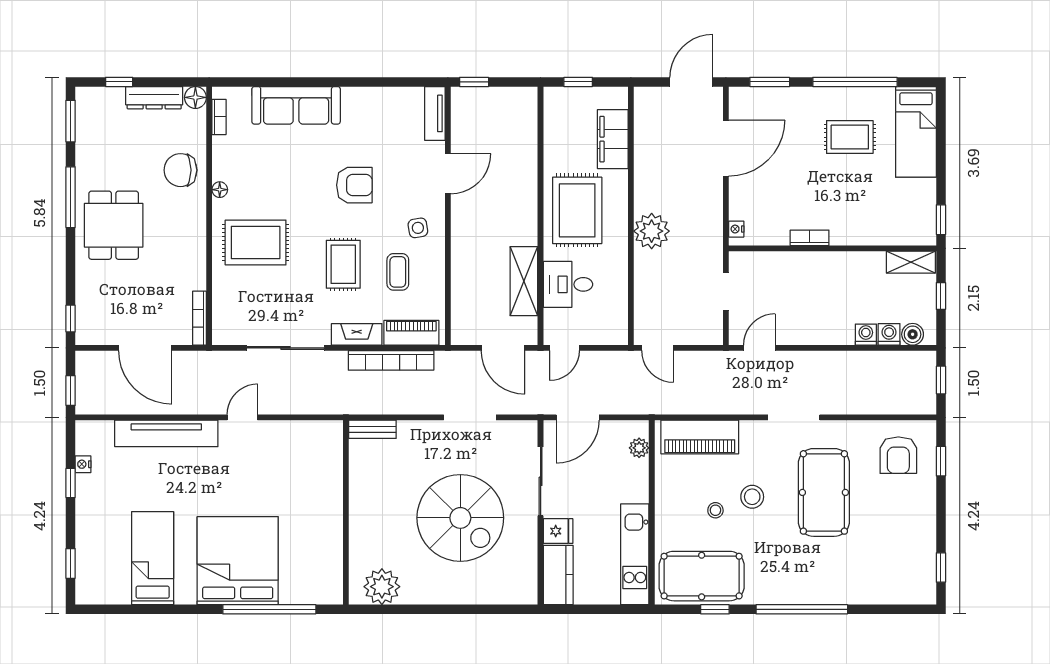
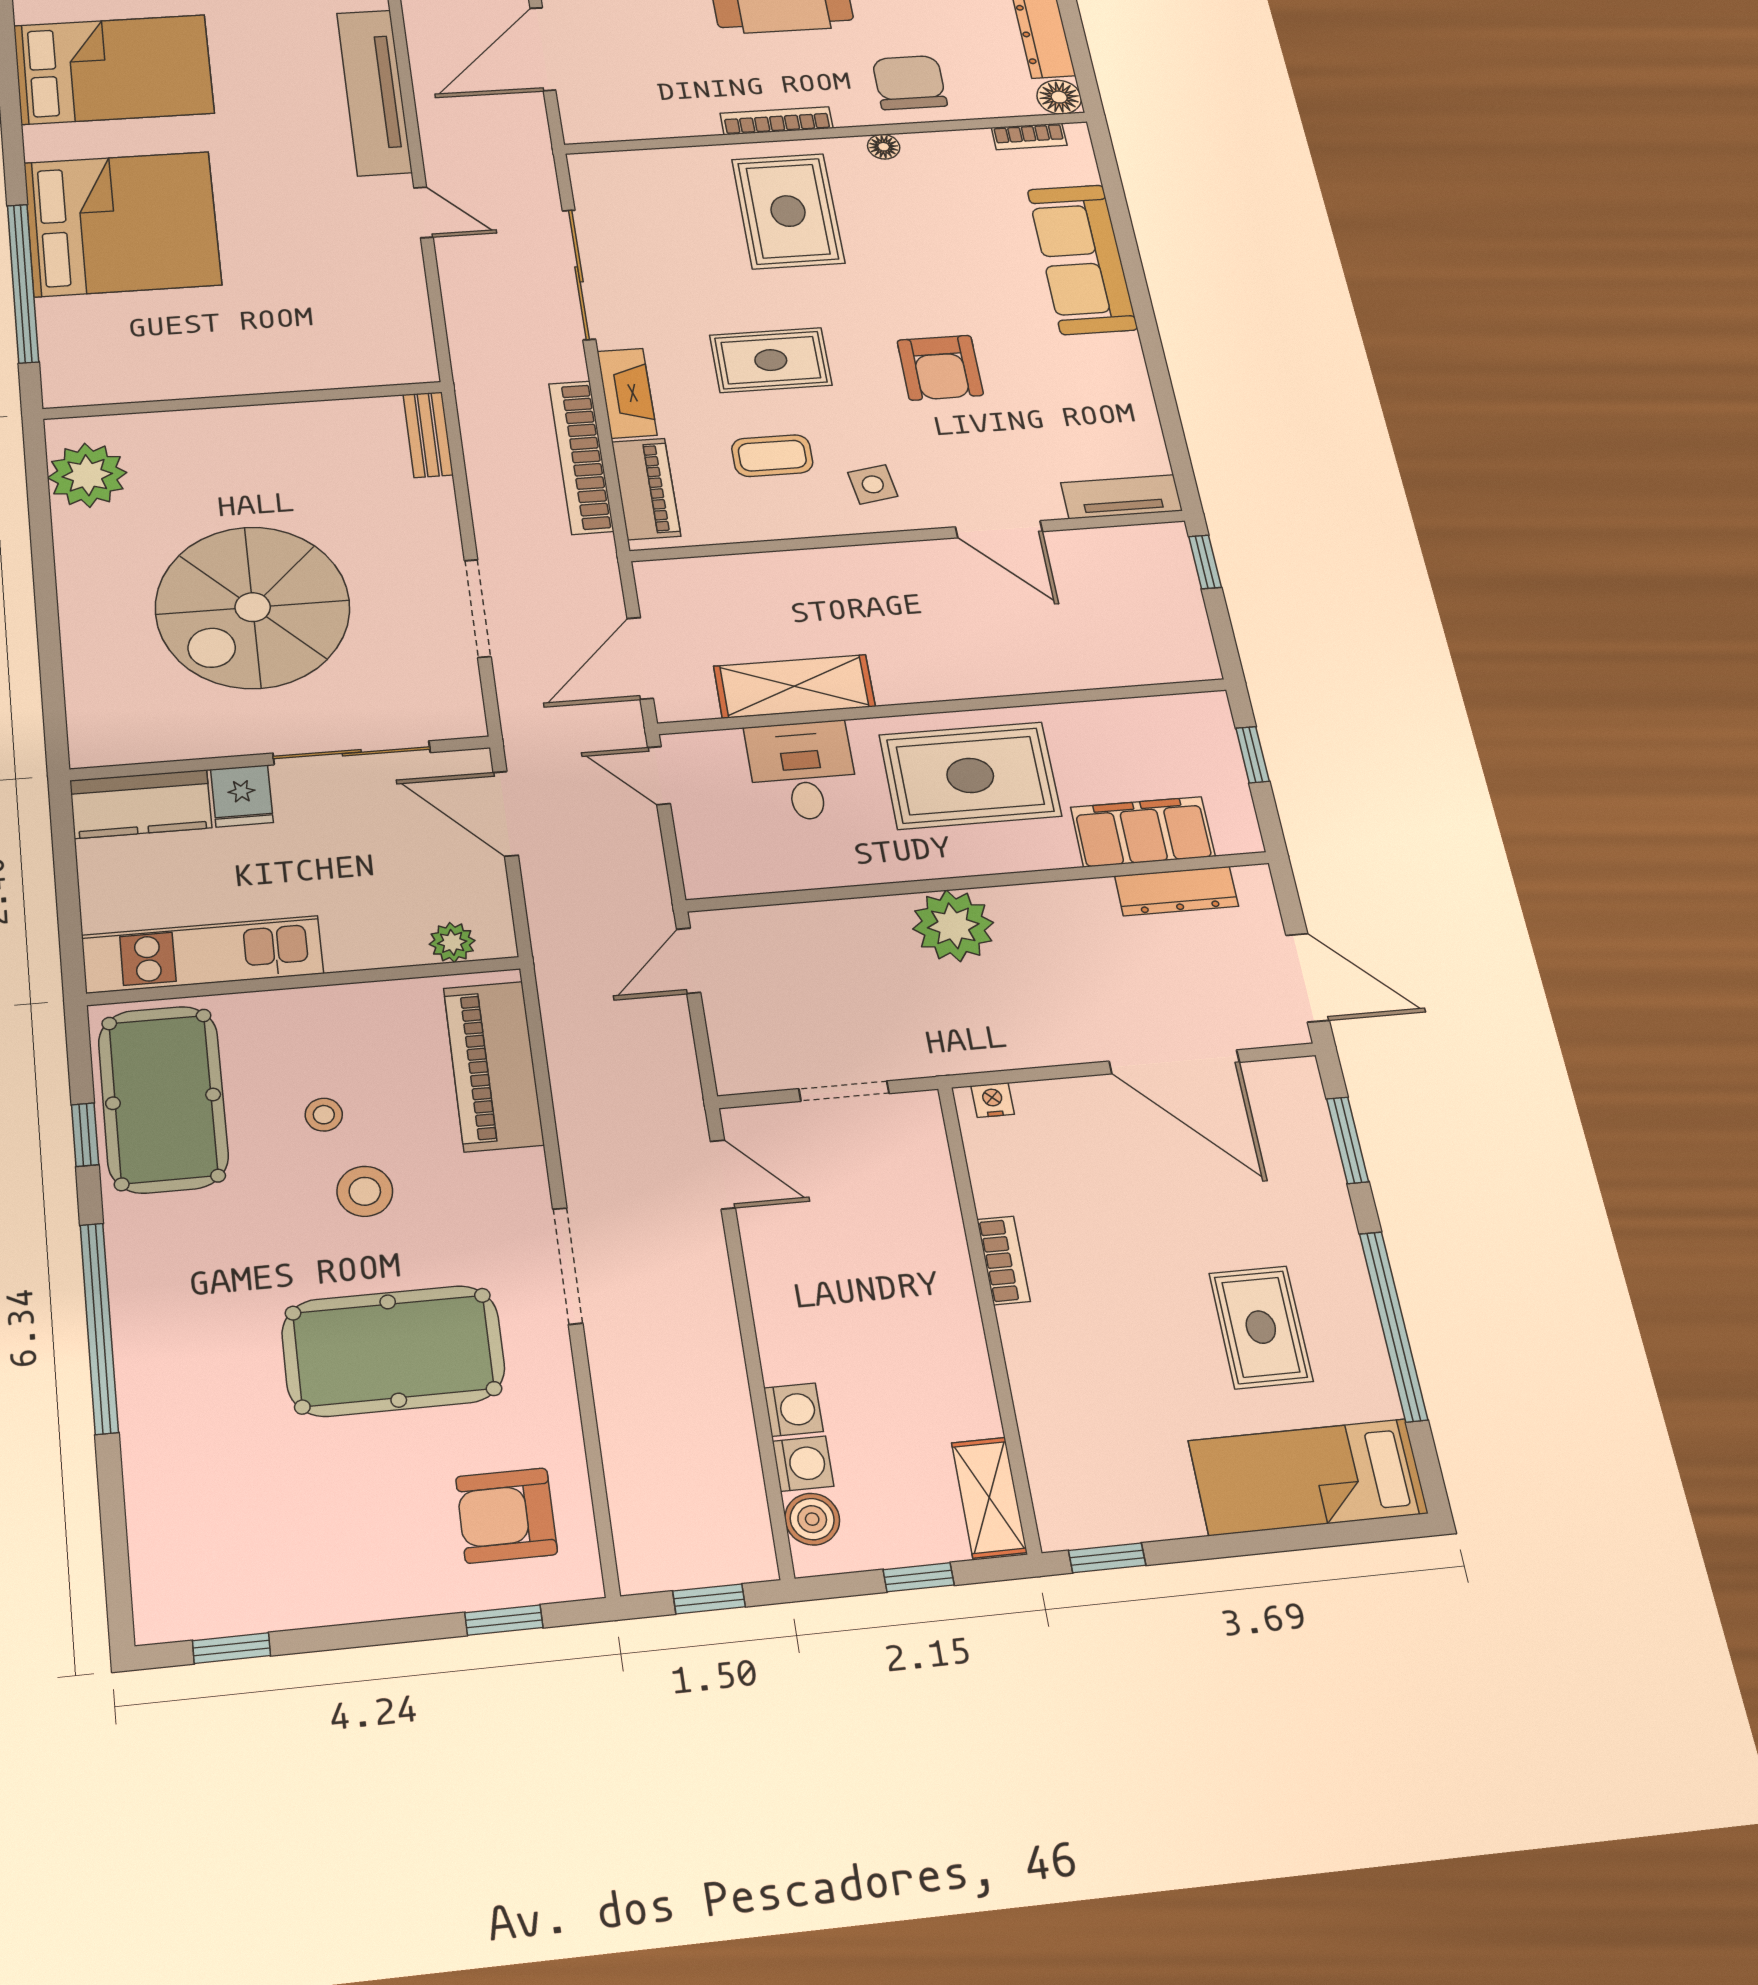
dresser: (644, 130) -> (1177, 891), added
bookcase: (199, 318) -> (777, 121), moved
bed: (153, 558) -> (114, 69), width x1.50

